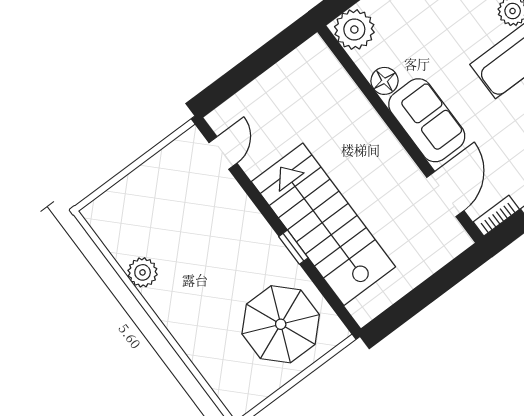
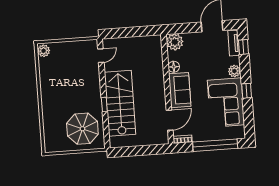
plant: (143, 272) -> (44, 51), moved

